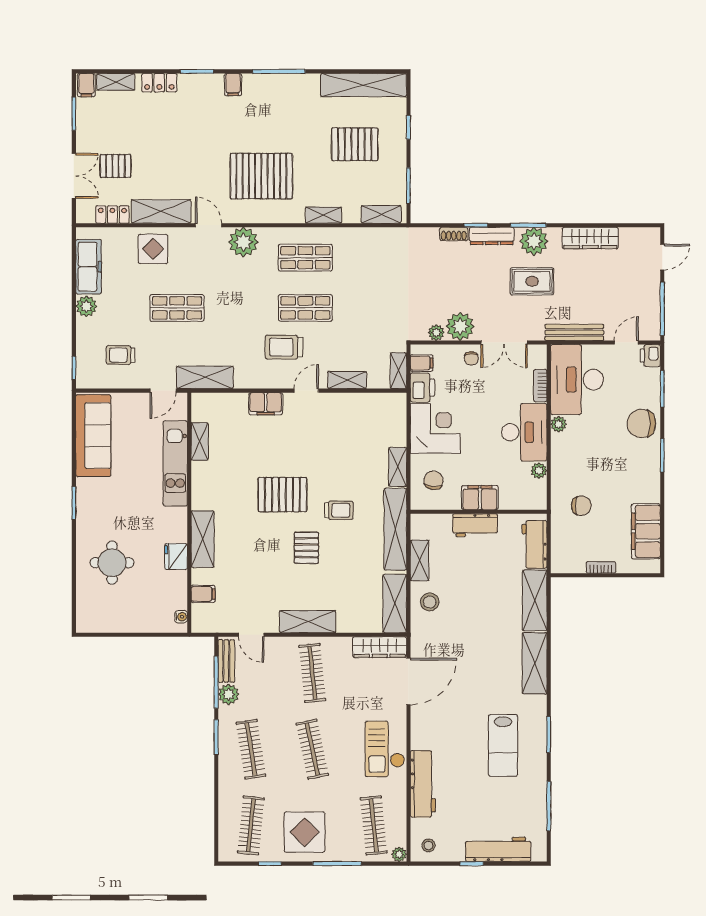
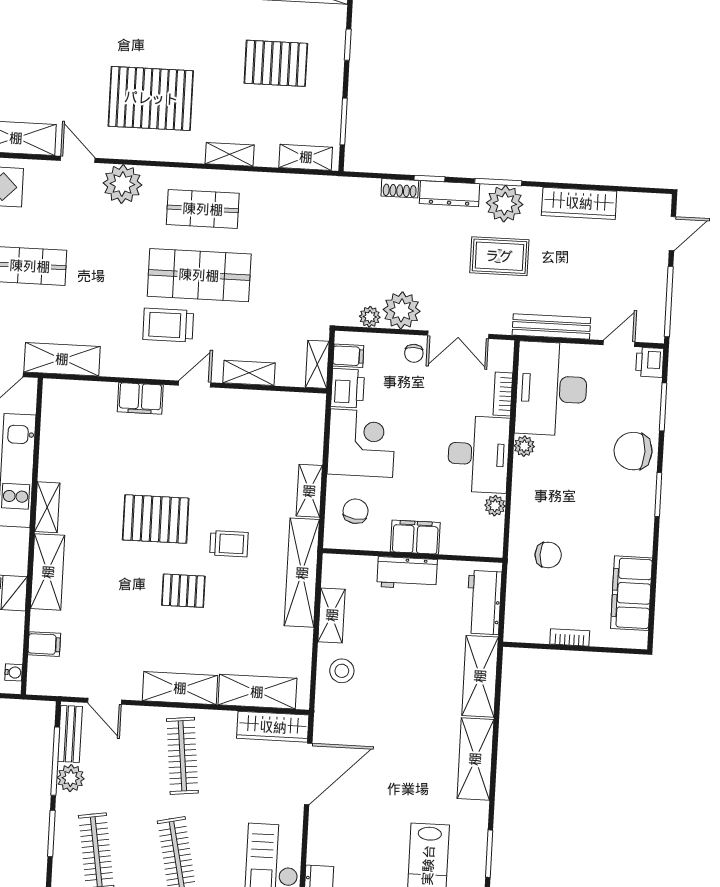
shop shelf: (305, 308) -> (199, 275), width x1.43, depth x1.36
shelving: (200, 441) -> (47, 507), moved
pallet: (306, 548) -> (183, 591), turned 90
shelving: (395, 604) -> (257, 692), moved, turned 90

